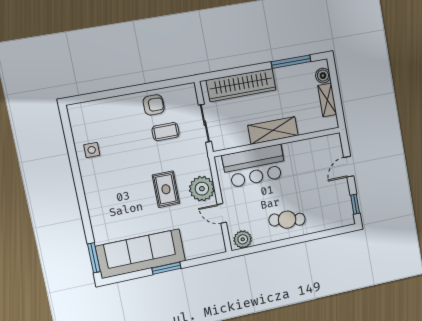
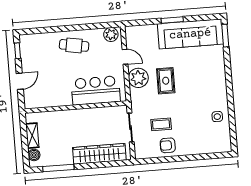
shelving: (273, 130) -> (78, 116), removed

